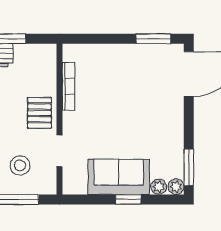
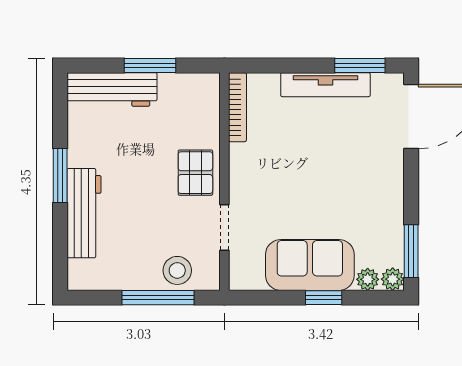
tv unit: (130, 52) -> (325, 85), added
bookcase: (69, 86) -> (237, 107), moved
stool: (20, 165) -> (177, 270), moved

